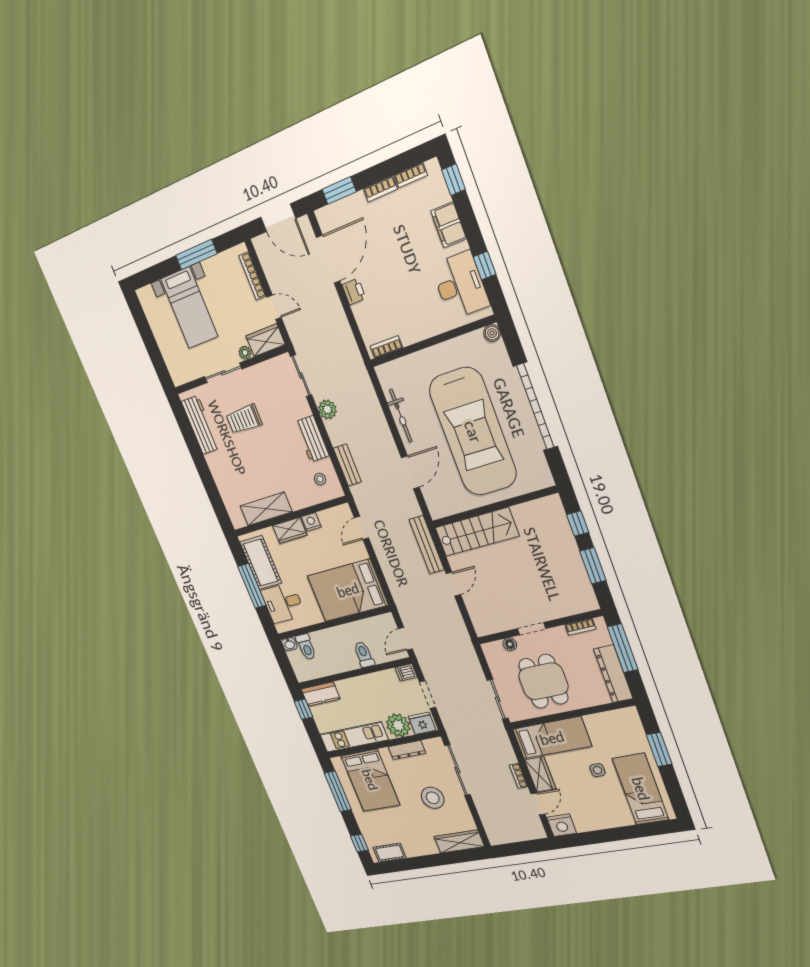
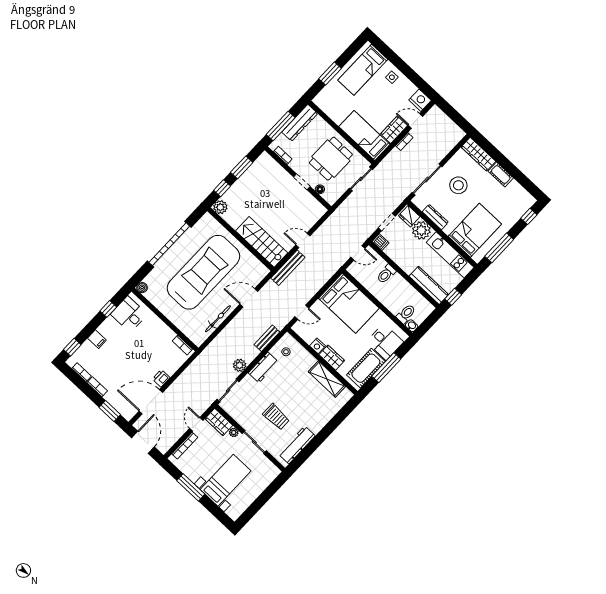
filing cabinet: (449, 225) -> (97, 339), width x0.50
desk: (460, 285) -> (129, 314), width x0.73
plant: (552, 506) -> (220, 207), added
kitchen counter: (321, 694) -> (429, 285), width x1.50
side table: (598, 770) -> (392, 77), moved
cot: (390, 853) -> (501, 175), moved

